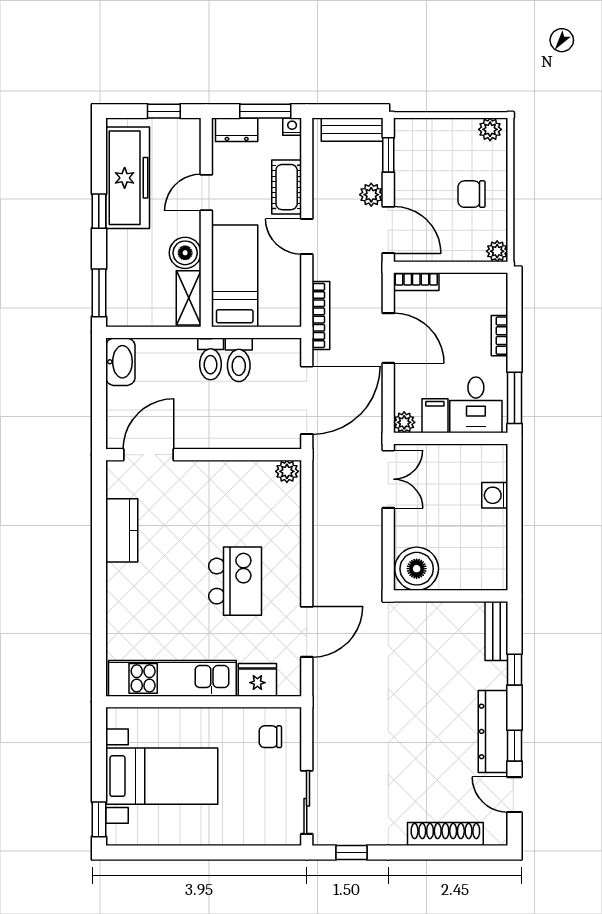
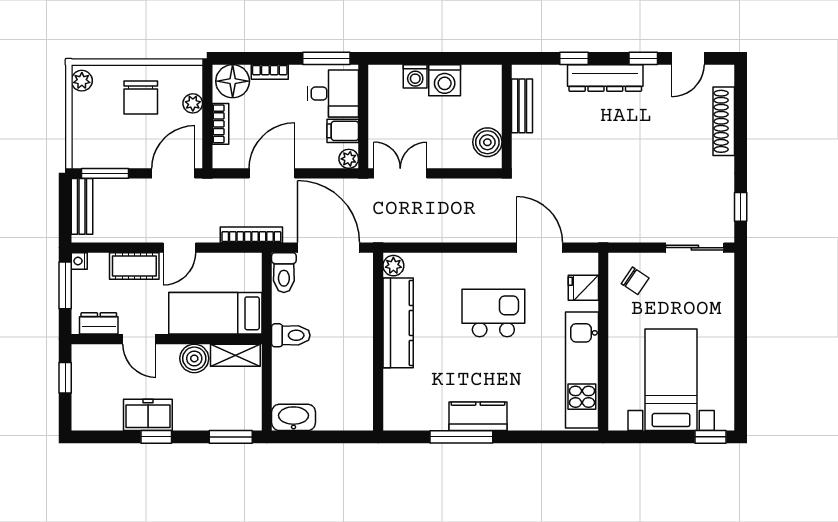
dresser: (237, 130) -> (99, 323), moved, turned -90
window: (388, 155) -> (105, 173), width x1.50
freezer: (128, 178) -> (148, 415), width x0.52, depth x0.79
chair: (472, 194) -> (141, 97), width x1.37, depth x1.37
plant: (371, 195) -> (141, 189), removed
plant: (497, 251) -> (193, 103), moved
bookcase: (416, 282) -> (221, 124), moved
floor lamp: (489, 295) -> (233, 81), added
toilet: (239, 360) -> (284, 273), moved, turned 90
door: (149, 455) -> (378, 392), removed
kitchen counter: (224, 477) -> (398, 323), added
washing machine: (490, 528) -> (445, 80), added
kitchen counter: (122, 530) -> (478, 416), moved
window: (99, 546) -> (461, 437), added
boiler: (417, 569) -> (487, 142), width x0.73, depth x0.73
bench: (496, 631) -> (522, 106), moved, turned 90
fridge: (257, 680) -> (583, 288), width x0.72
dresser: (493, 731) -> (605, 78), moved
chair: (270, 737) -> (635, 281), turned -56

